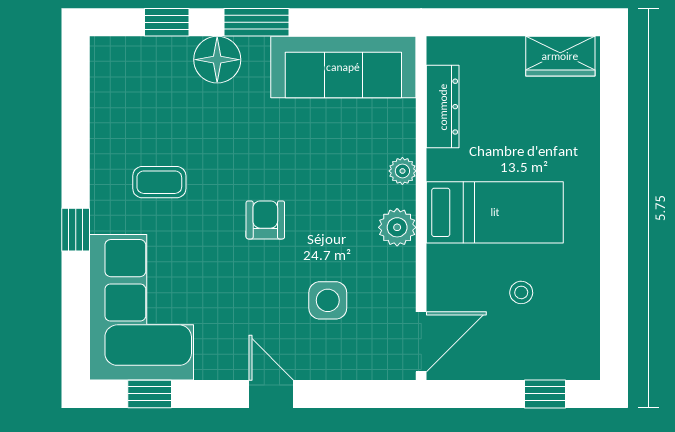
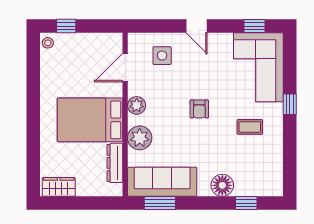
window: (257, 22) -> (160, 203), moved
plant: (402, 171) -> (140, 138), width x1.88, depth x1.88
bed: (495, 212) -> (90, 120), width x1.50
stool: (521, 292) -> (48, 43), moved
side table: (328, 300) -> (162, 56), moved
door: (421, 342) -> (125, 68), moved

